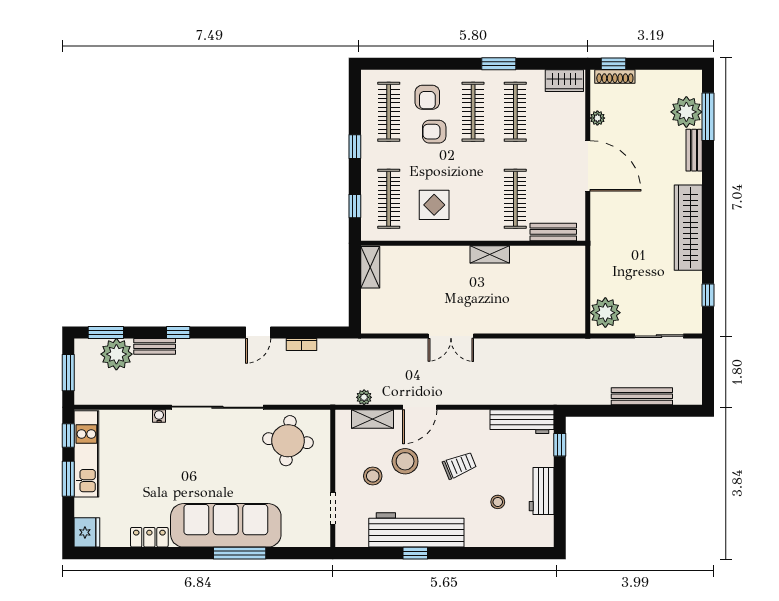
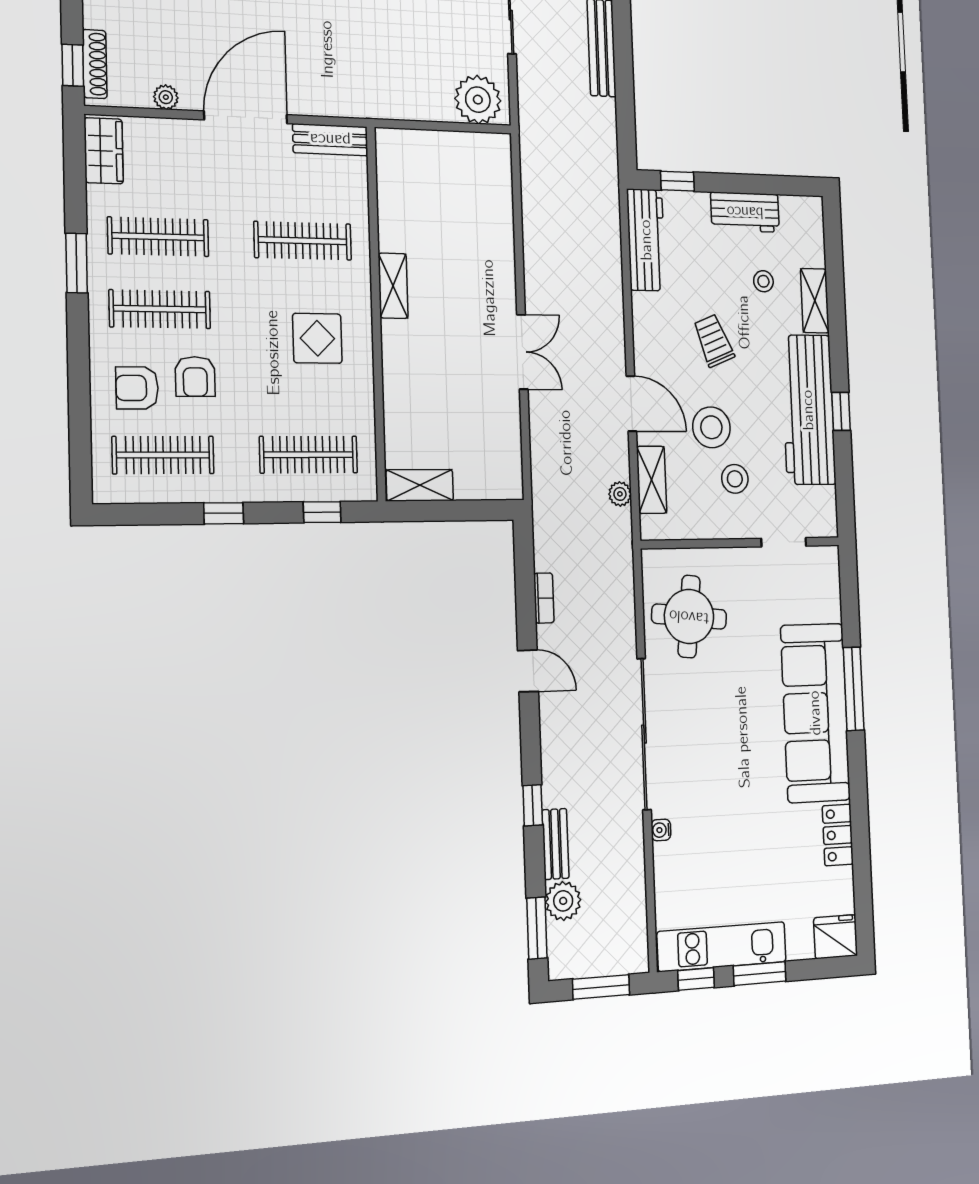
armchair: (427, 97) -> (137, 388), turned 180
display table: (434, 205) -> (317, 338), moved
bench: (553, 232) -> (330, 140), moved, turned 90
plant: (116, 354) -> (563, 901), width x0.73, depth x0.73
shelving: (486, 538) -> (815, 301), added

